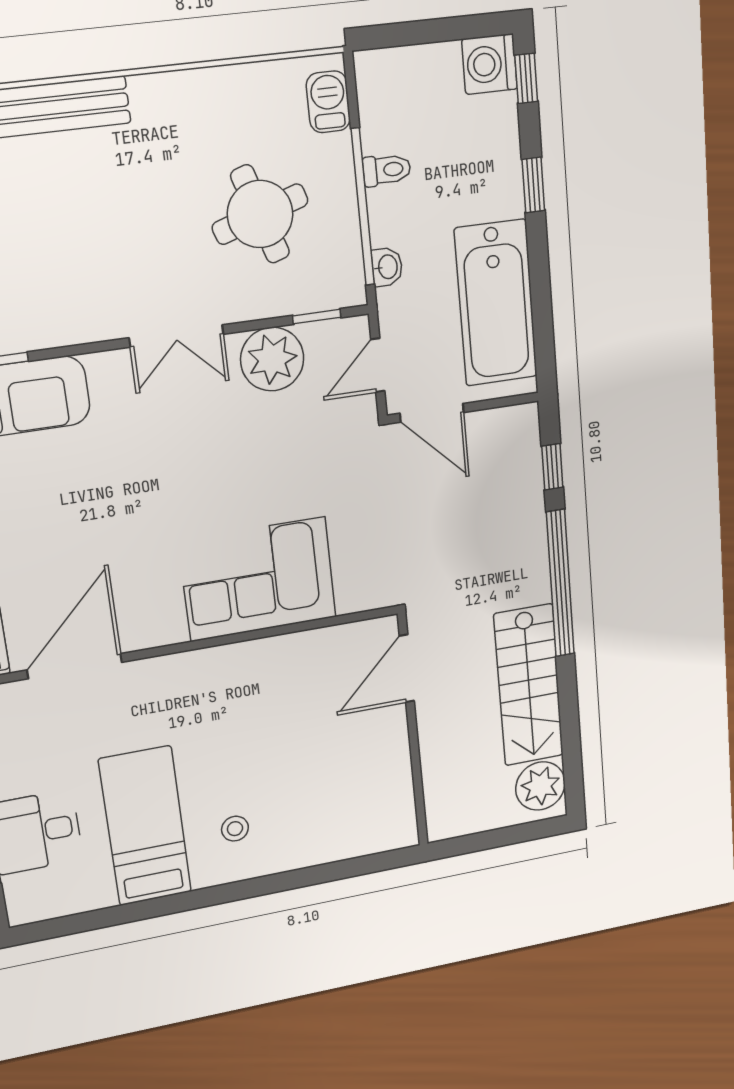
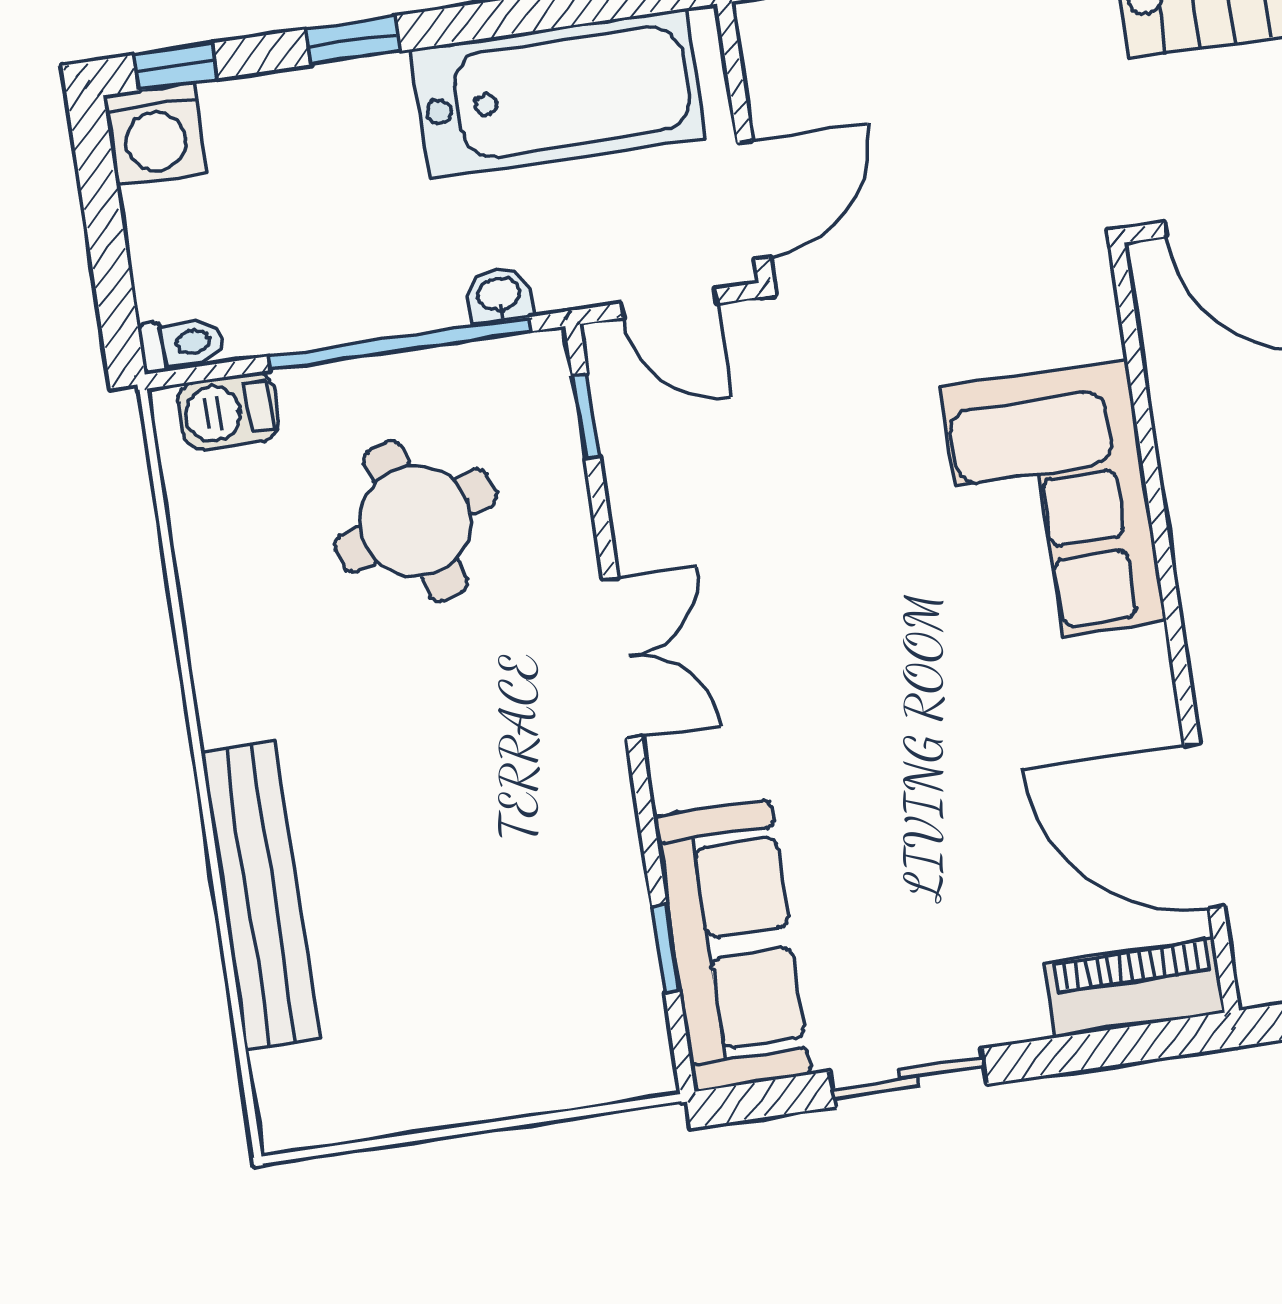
toilet: (387, 170) -> (181, 344), moved, turned 90
plant: (272, 359) -> (660, 492), removed

